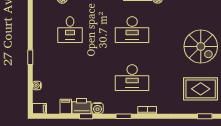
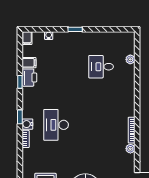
desk: (132, 30) -> (101, 125), removed
water cooler: (98, 108) -> (27, 124), moved

